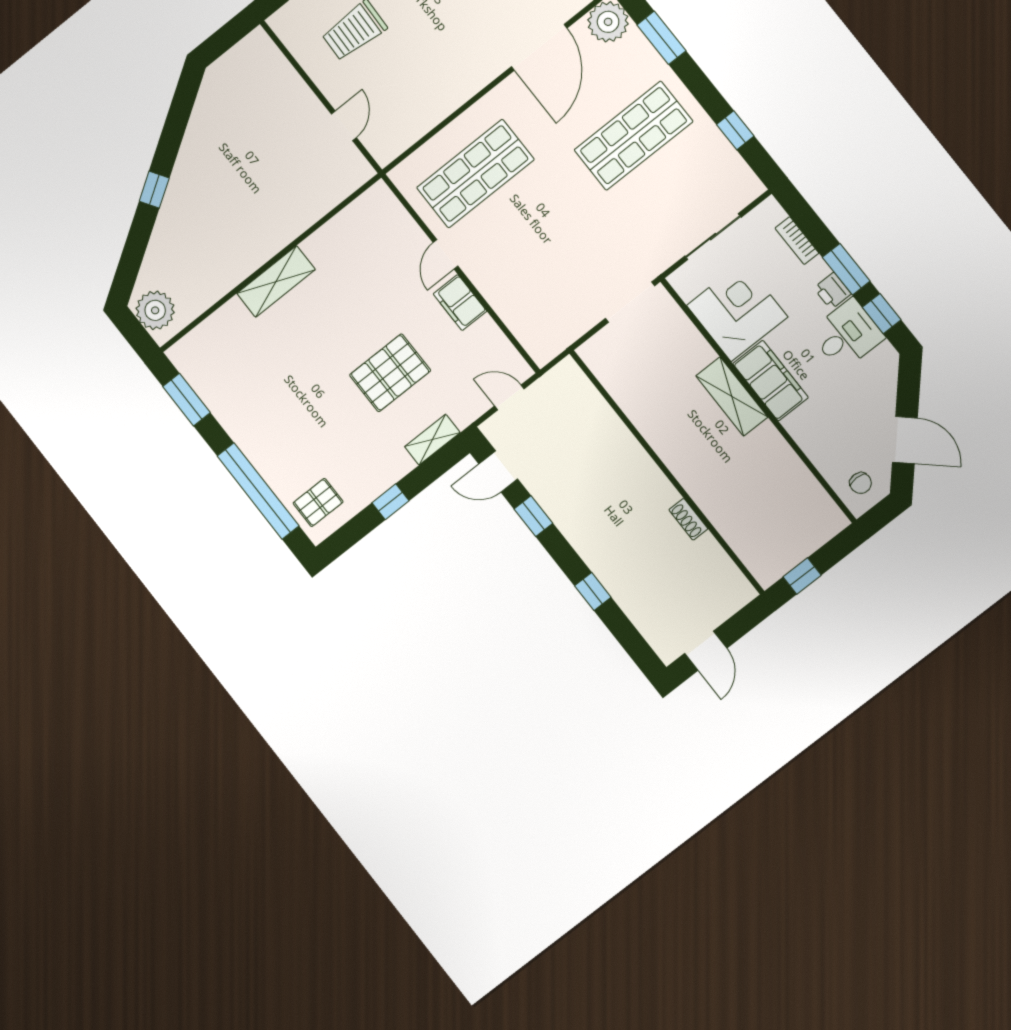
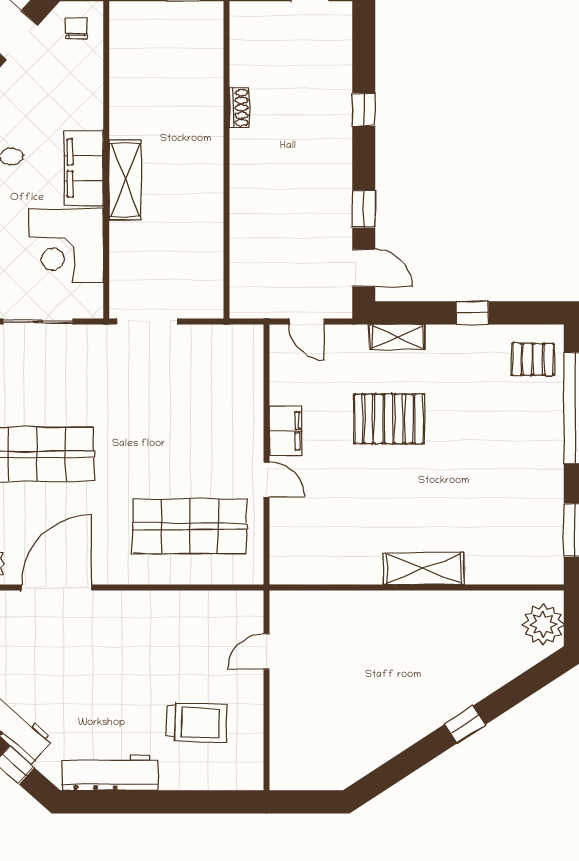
door: (445, 254) -> (266, 480), hinge flipped

